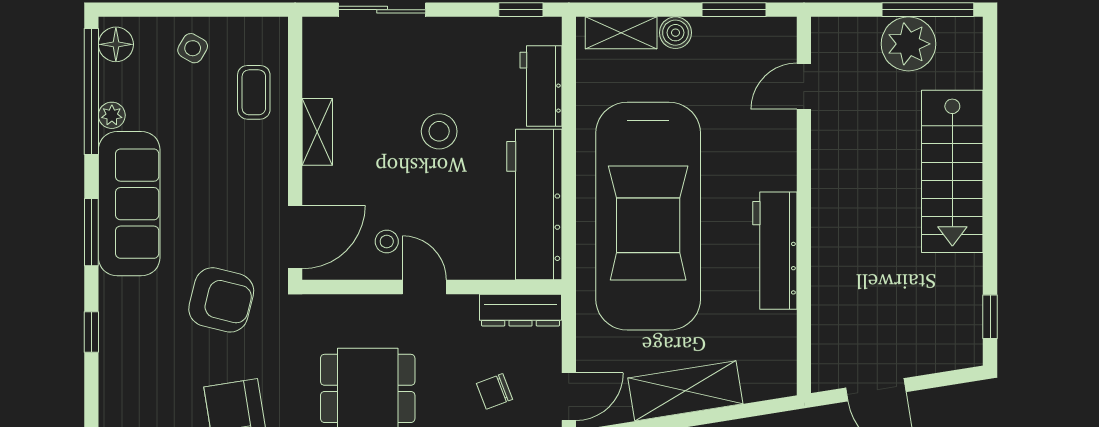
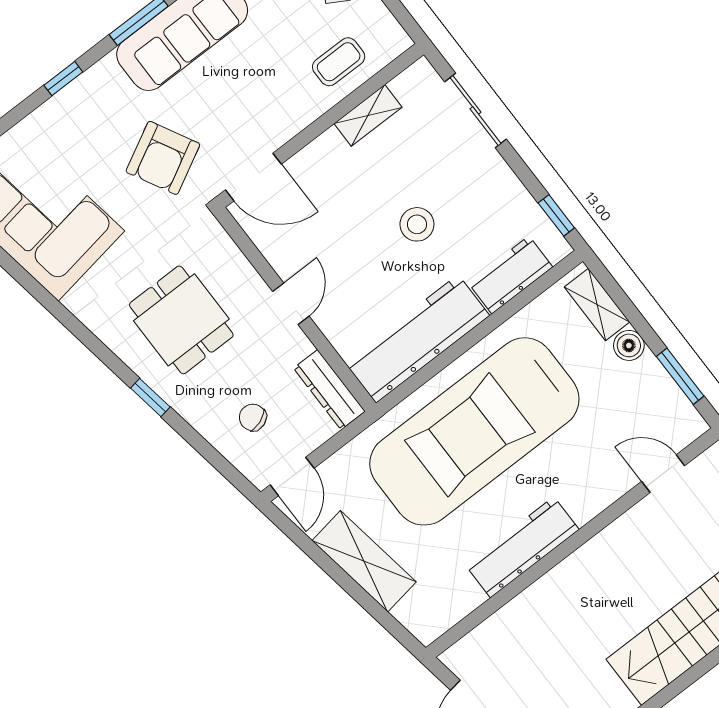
shelving: (317, 132) -> (368, 115), moved
stool: (387, 241) -> (303, 249), removed
armchair: (221, 300) -> (163, 158), turned 48
door: (569, 397) -> (292, 477), hinge flipped

